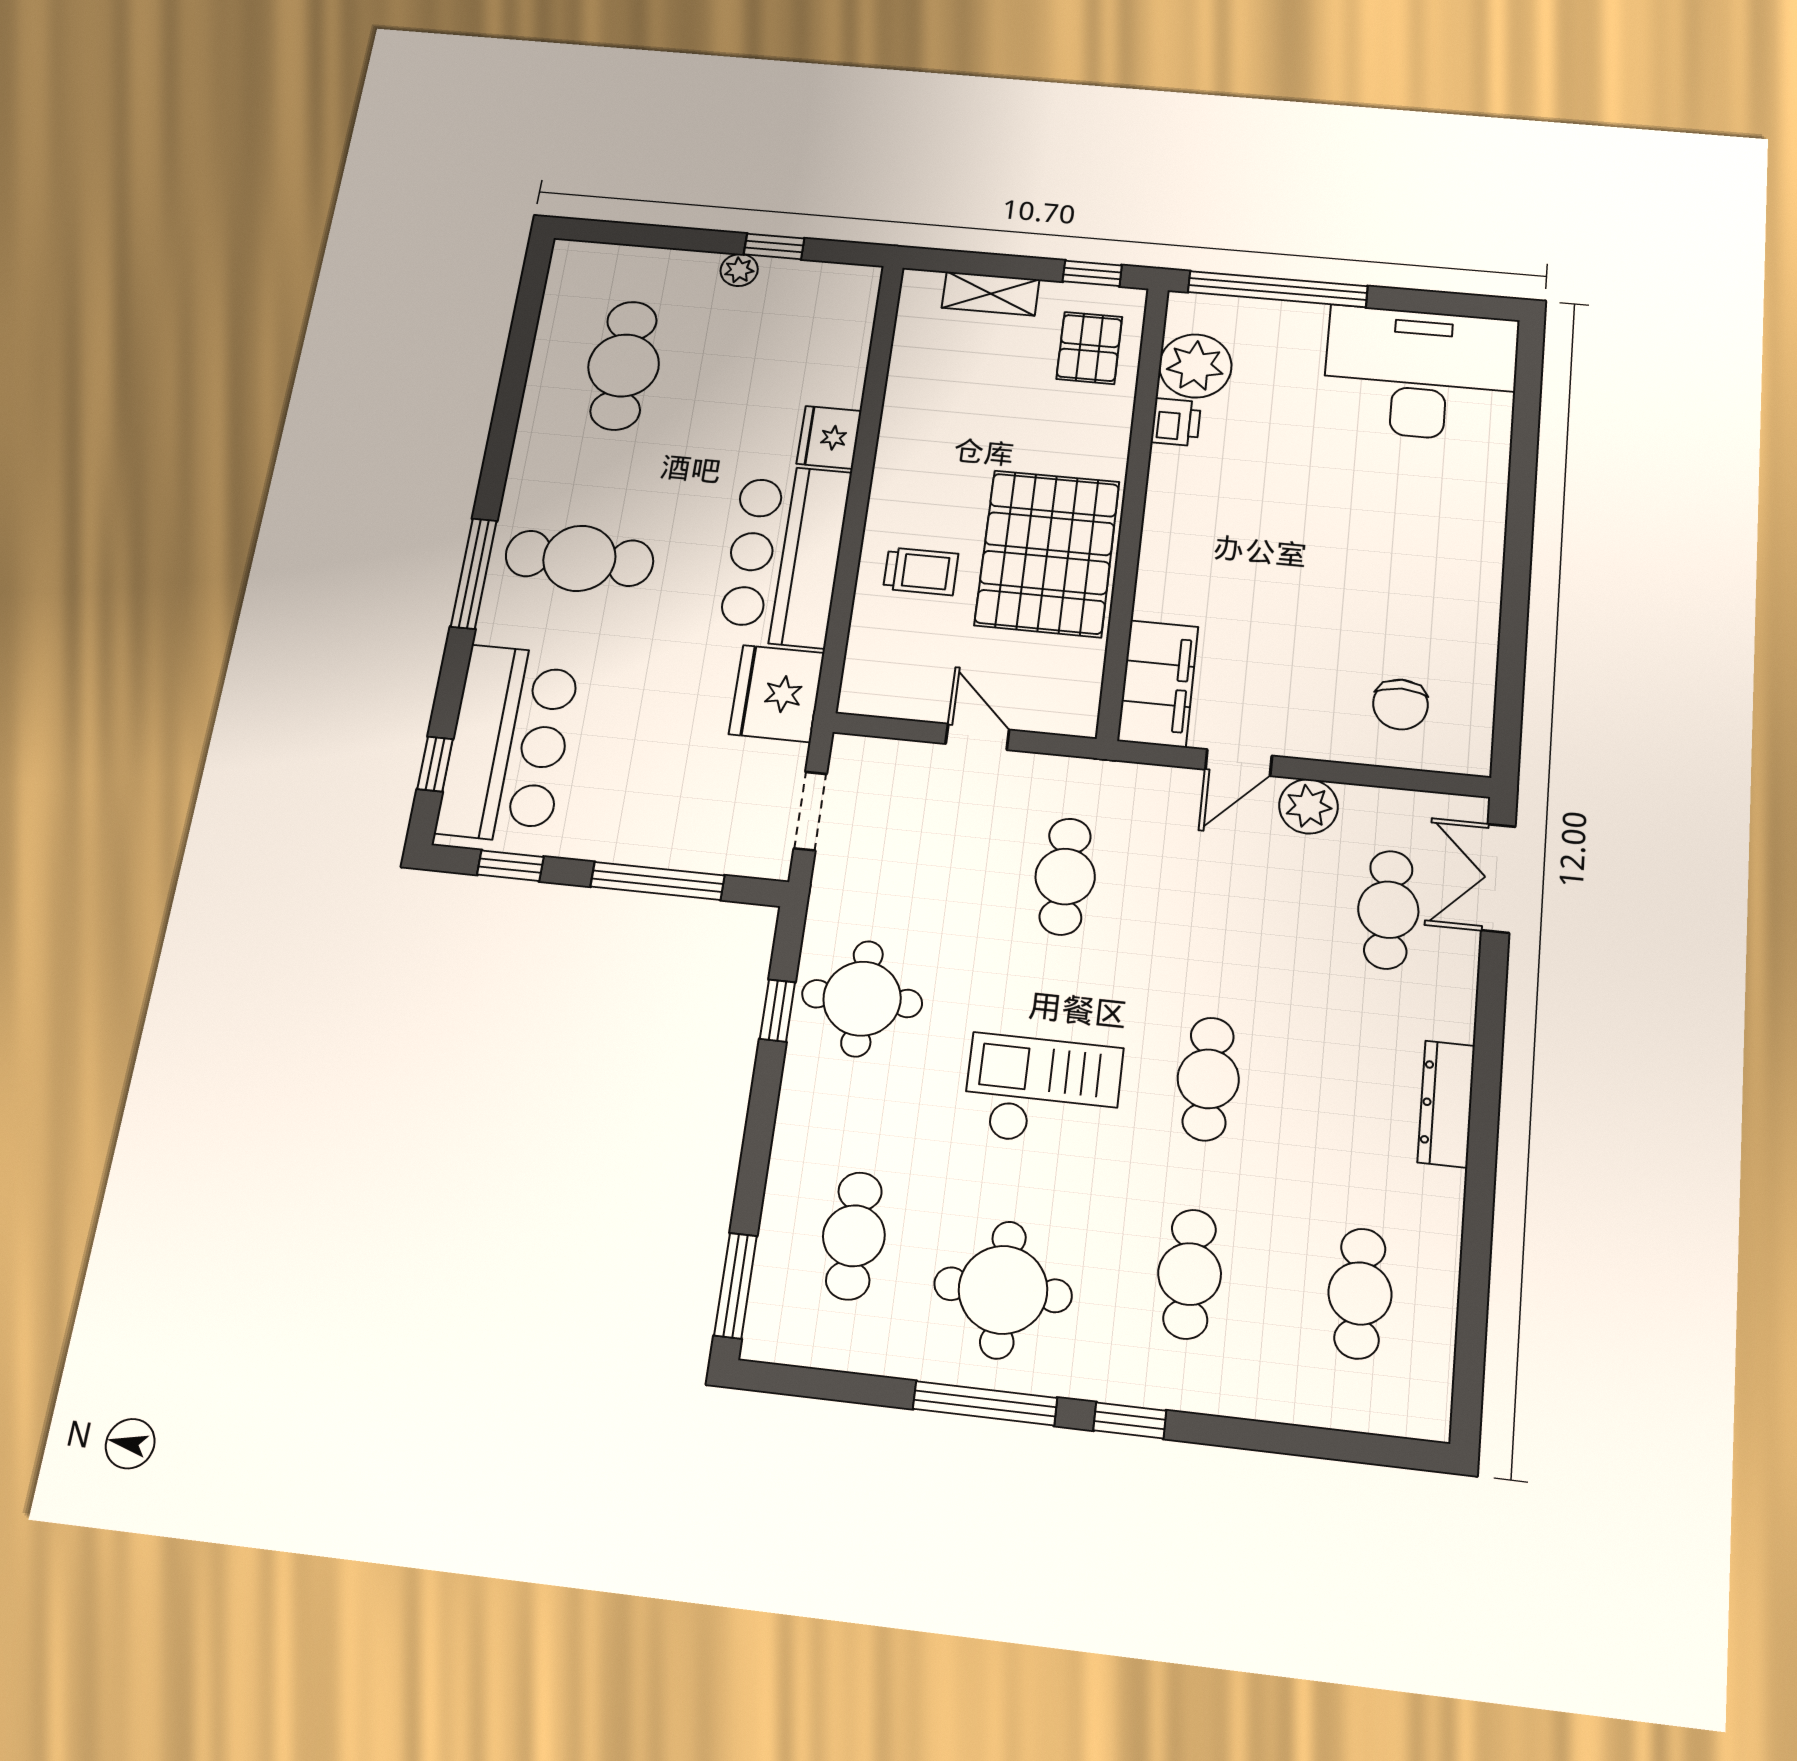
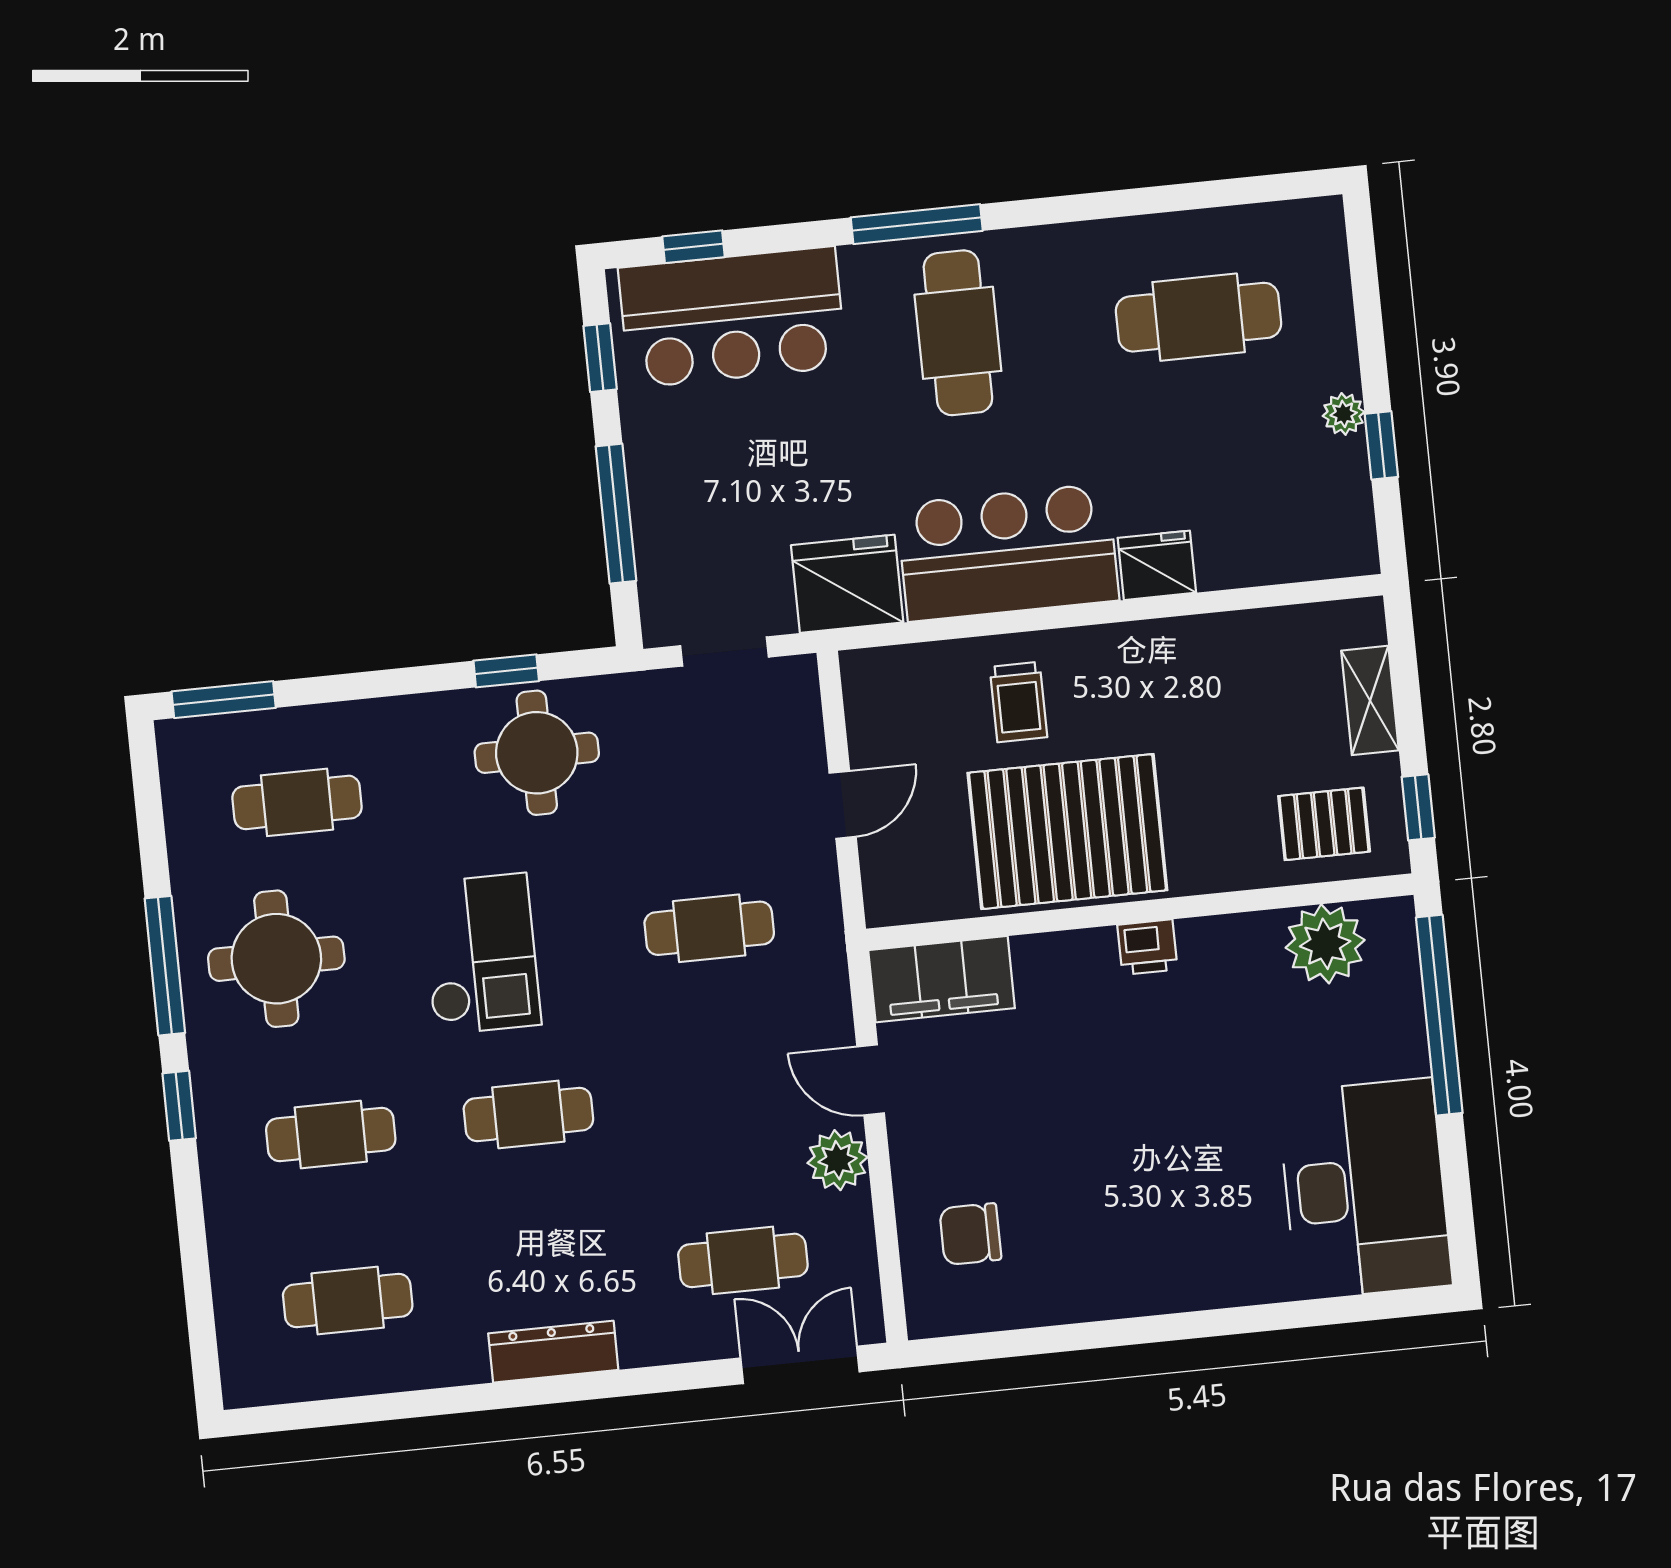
printer: (1176, 422) -> (1147, 947), moved

